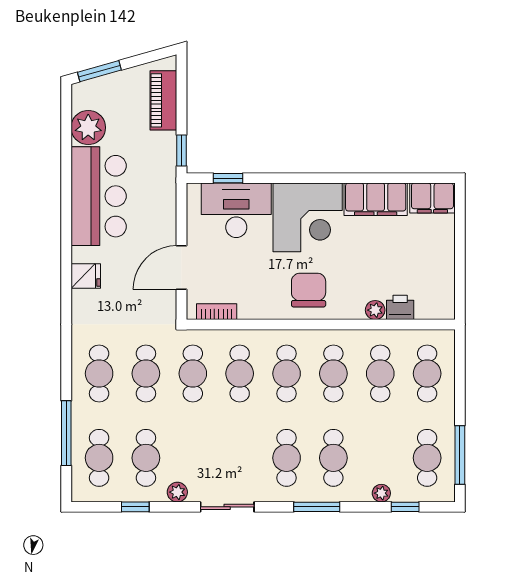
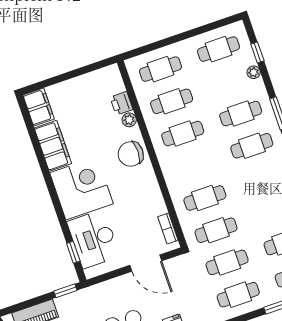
chair: (309, 290) -> (131, 154), moved
cafe table: (287, 374) -> (194, 166), removed
window: (460, 455) -> (209, 27), removed

